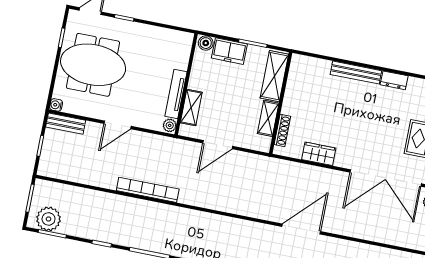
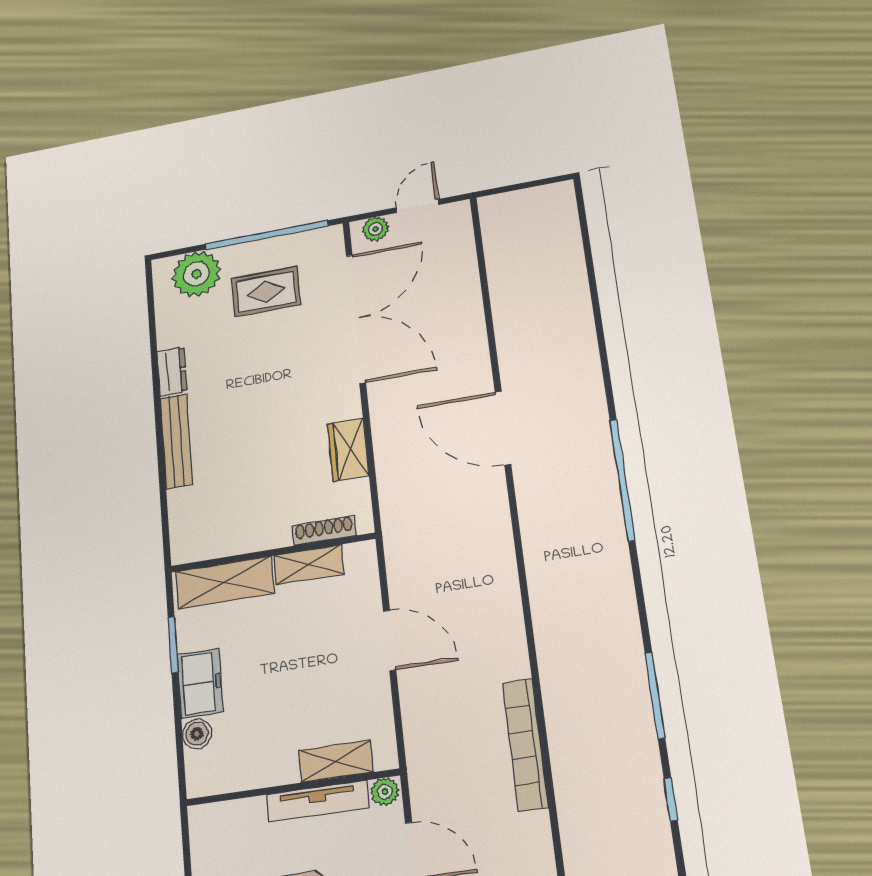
wall: (186, 84) -> (292, 787), moved
tv unit: (176, 94) -> (318, 801), moved
shelving: (191, 108) -> (336, 761), moved
plant: (170, 125) -> (385, 792), moved

